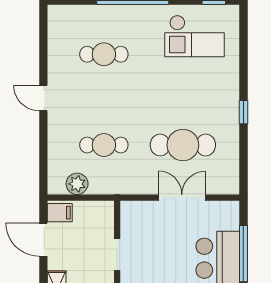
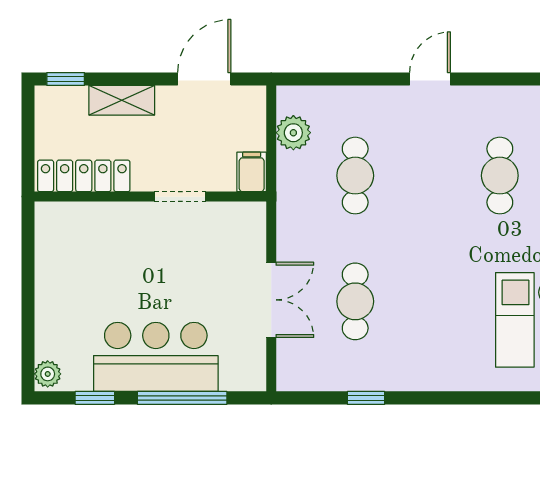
window: (243, 112) -> (366, 398), moved
cafe table: (183, 145) -> (355, 301), width x0.73, depth x0.74
filing cabinet: (60, 213) -> (252, 172), moved, turned 180

